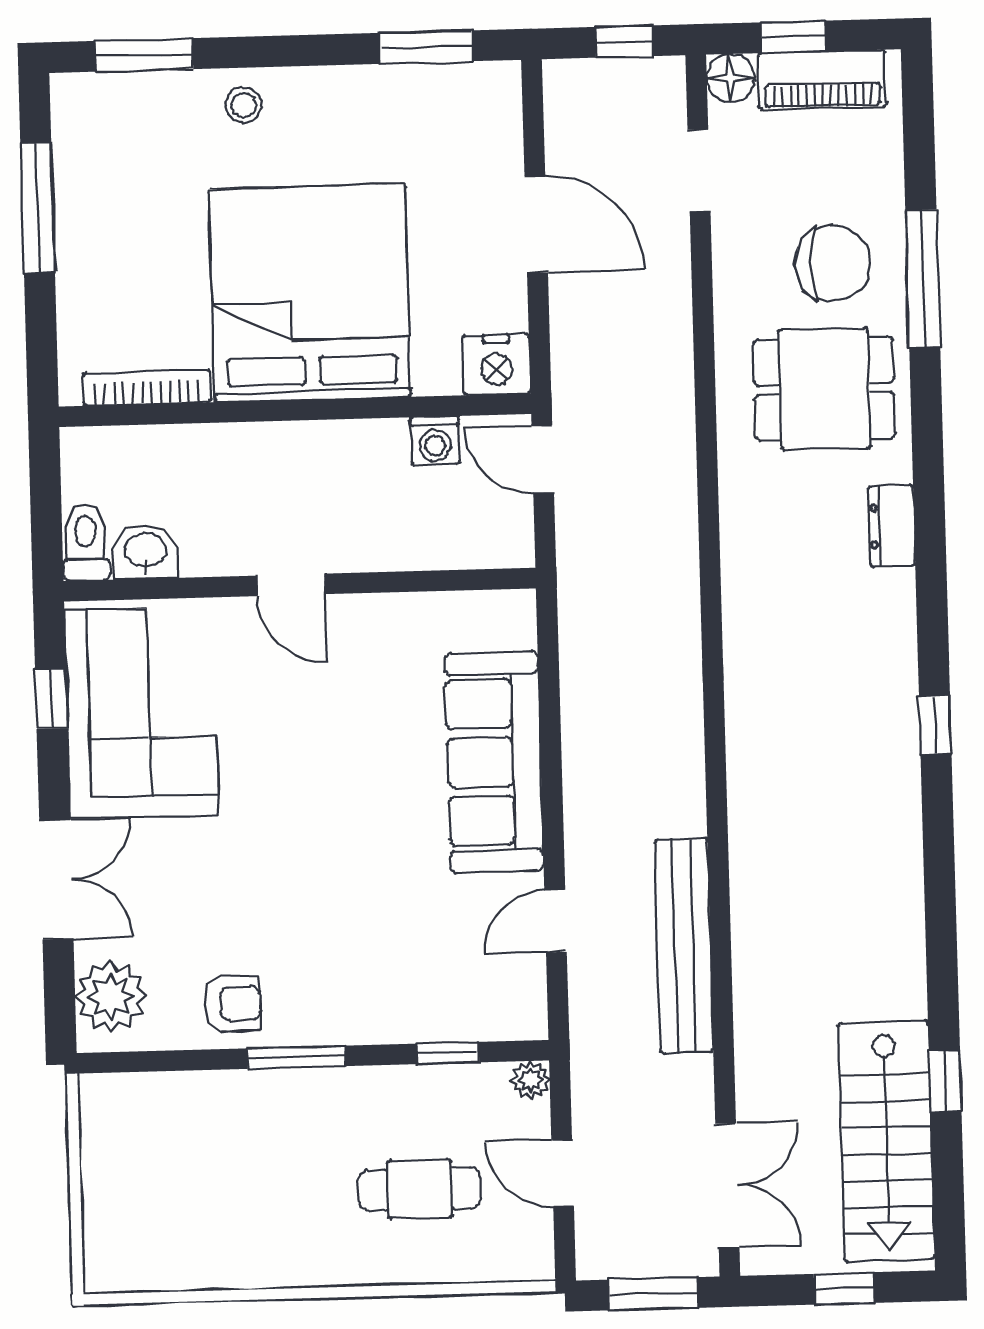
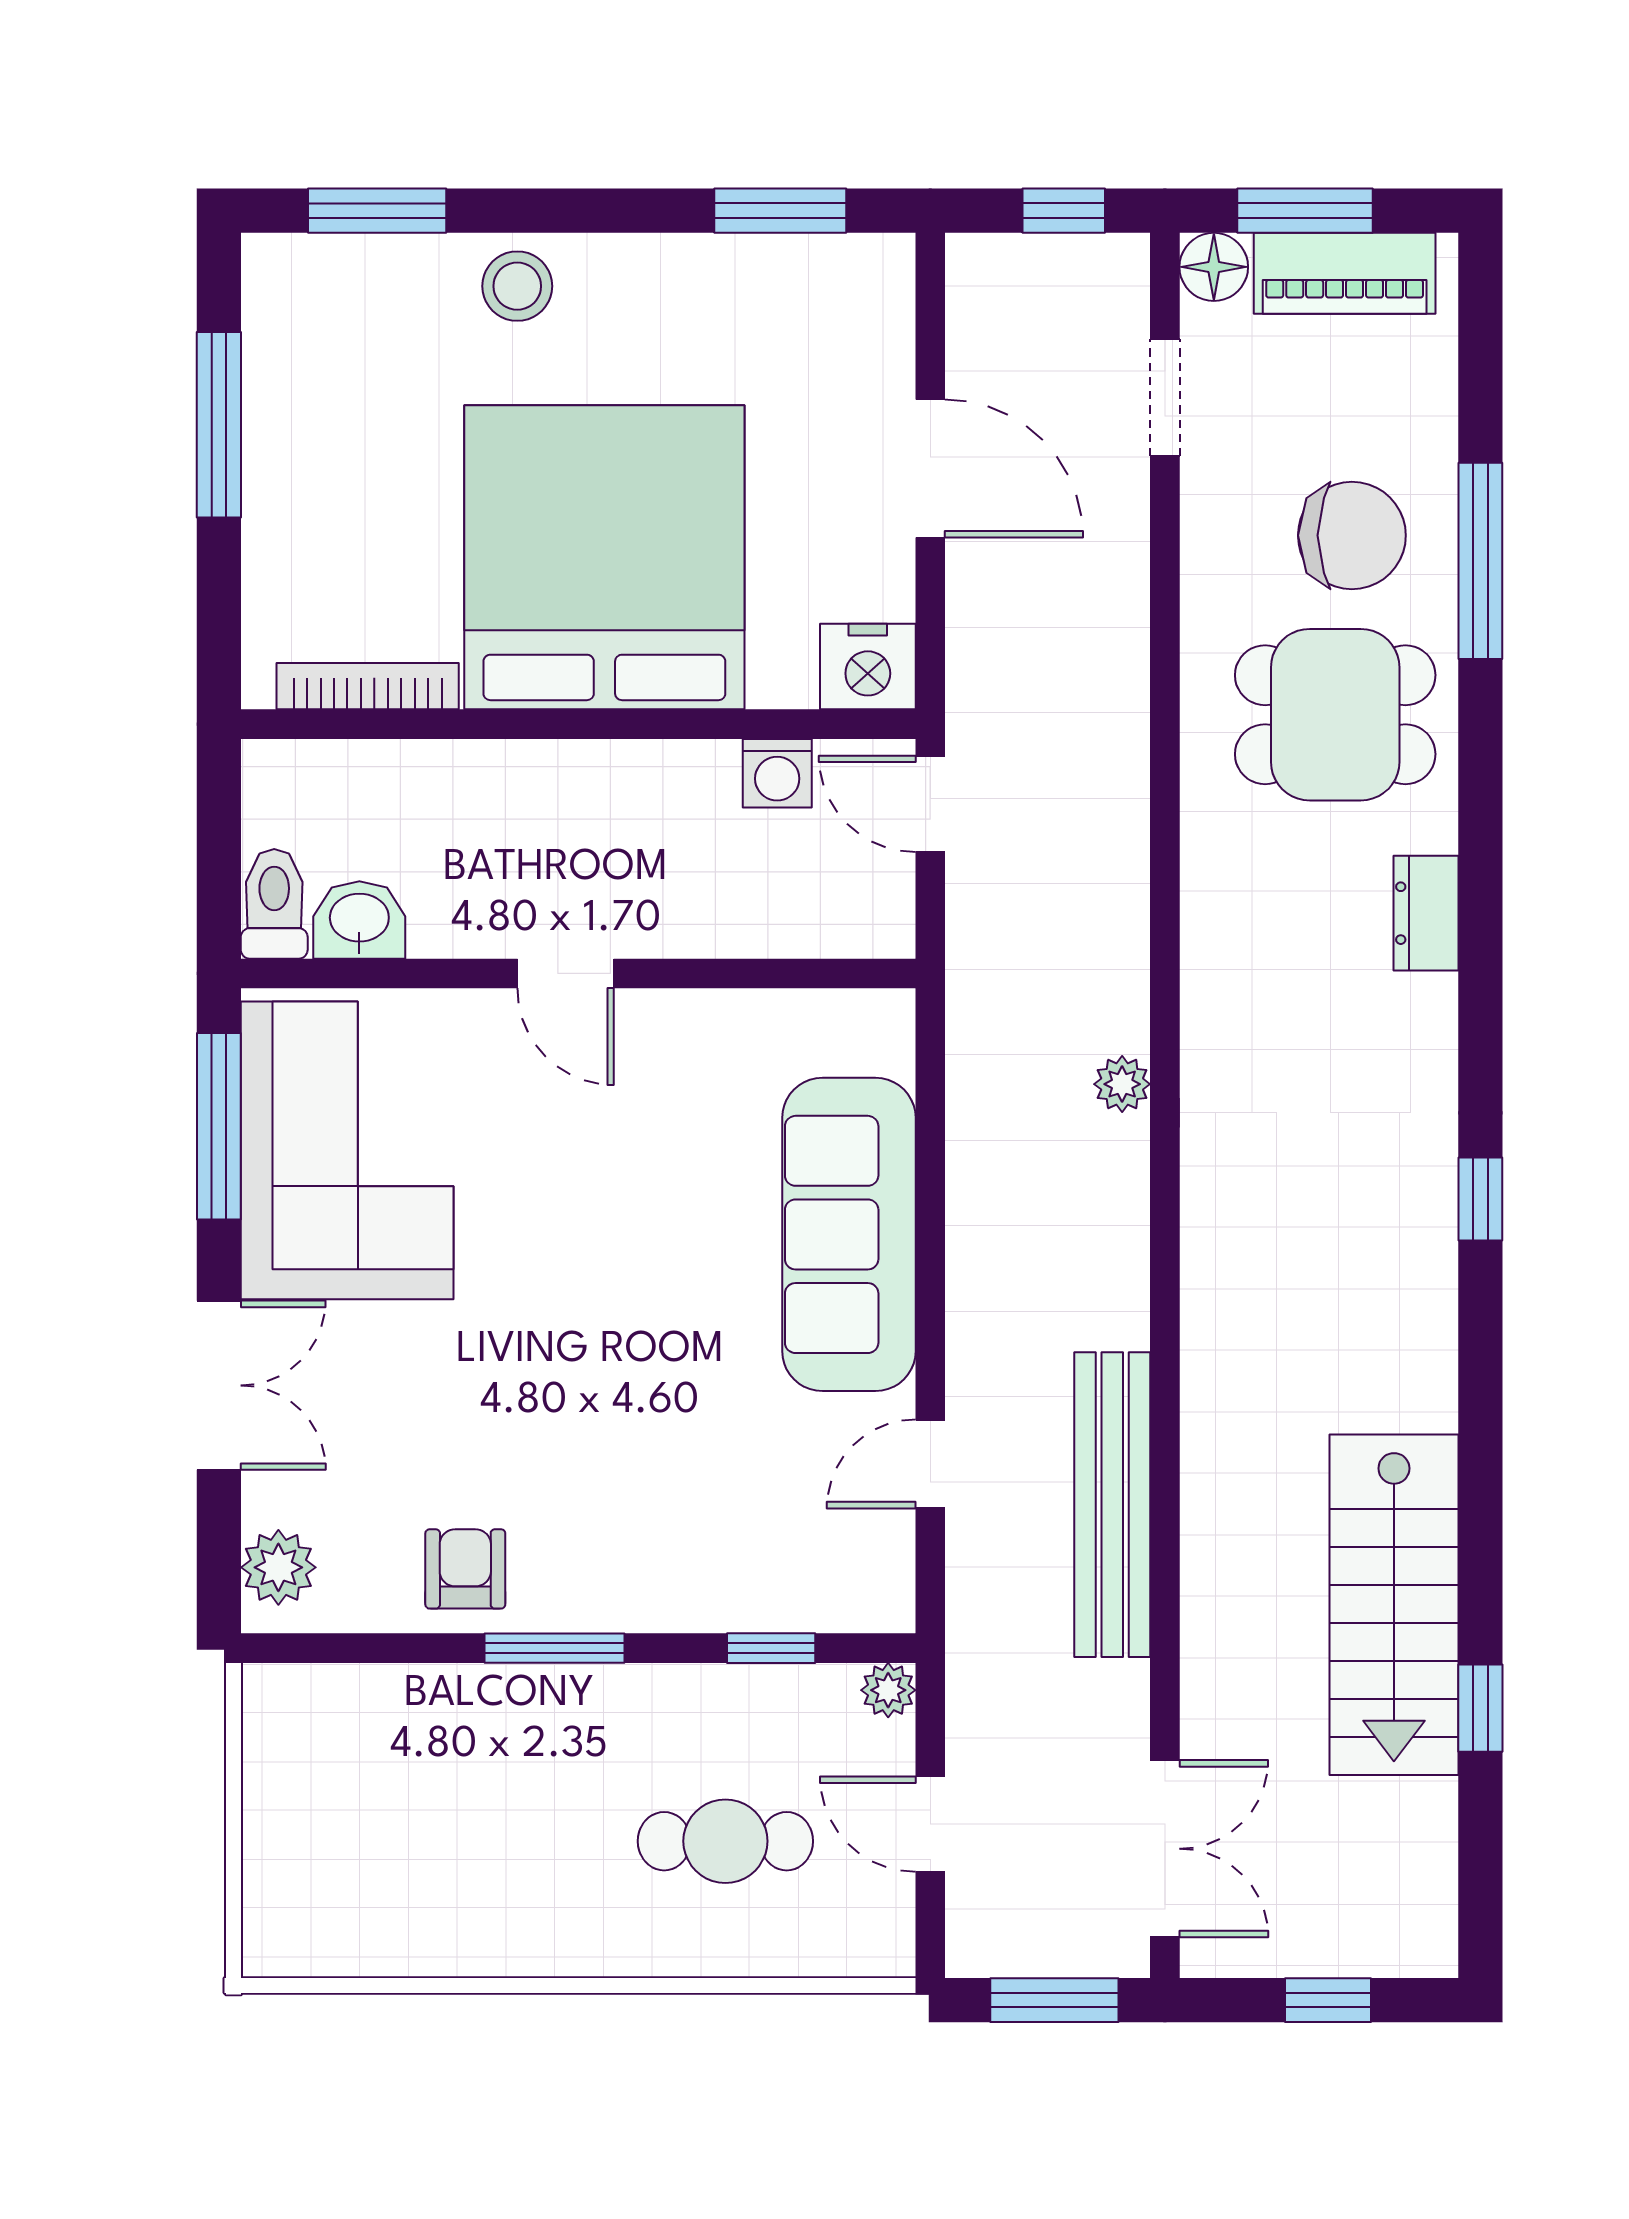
window: (793, 37) -> (1305, 211), width x1.50
stool: (244, 105) -> (517, 286), width x1.37, depth x1.37
plant: (682, 651) -> (1122, 1084), added
window: (51, 699) -> (219, 1126), width x2.17
plant: (111, 996) -> (278, 1567), width x0.73, depth x0.73
armchair: (232, 1004) -> (465, 1569), turned -90
stairs: (886, 1141) -> (1394, 1605), moved

